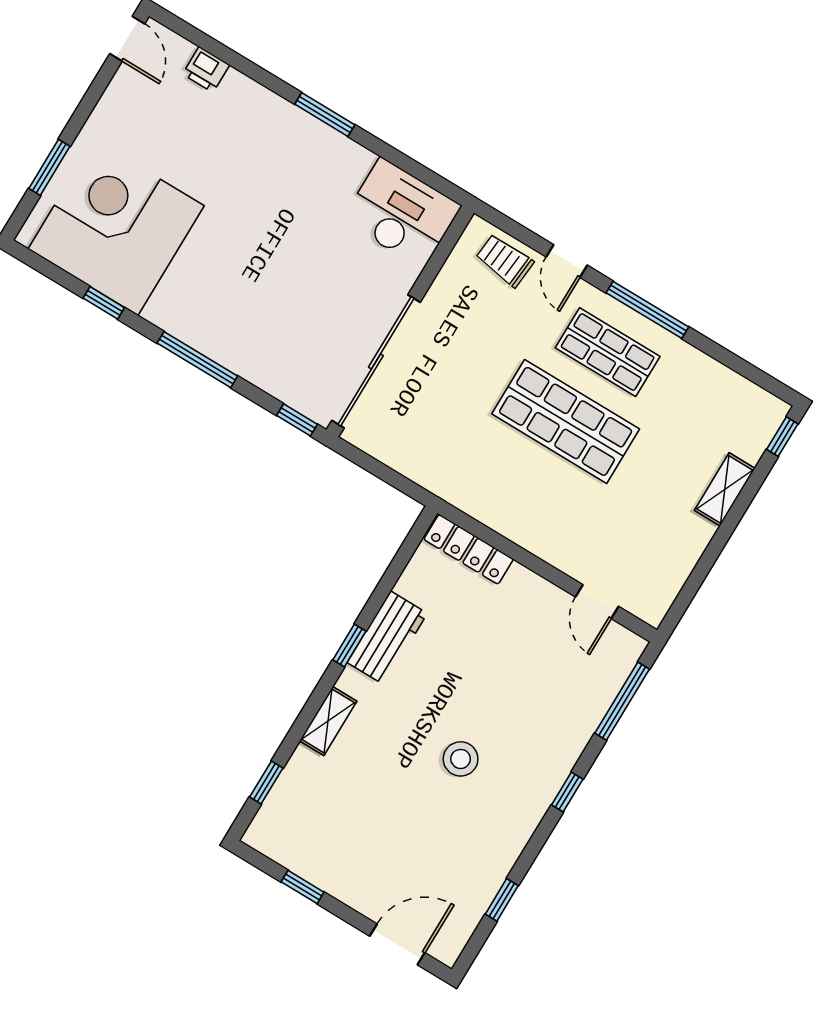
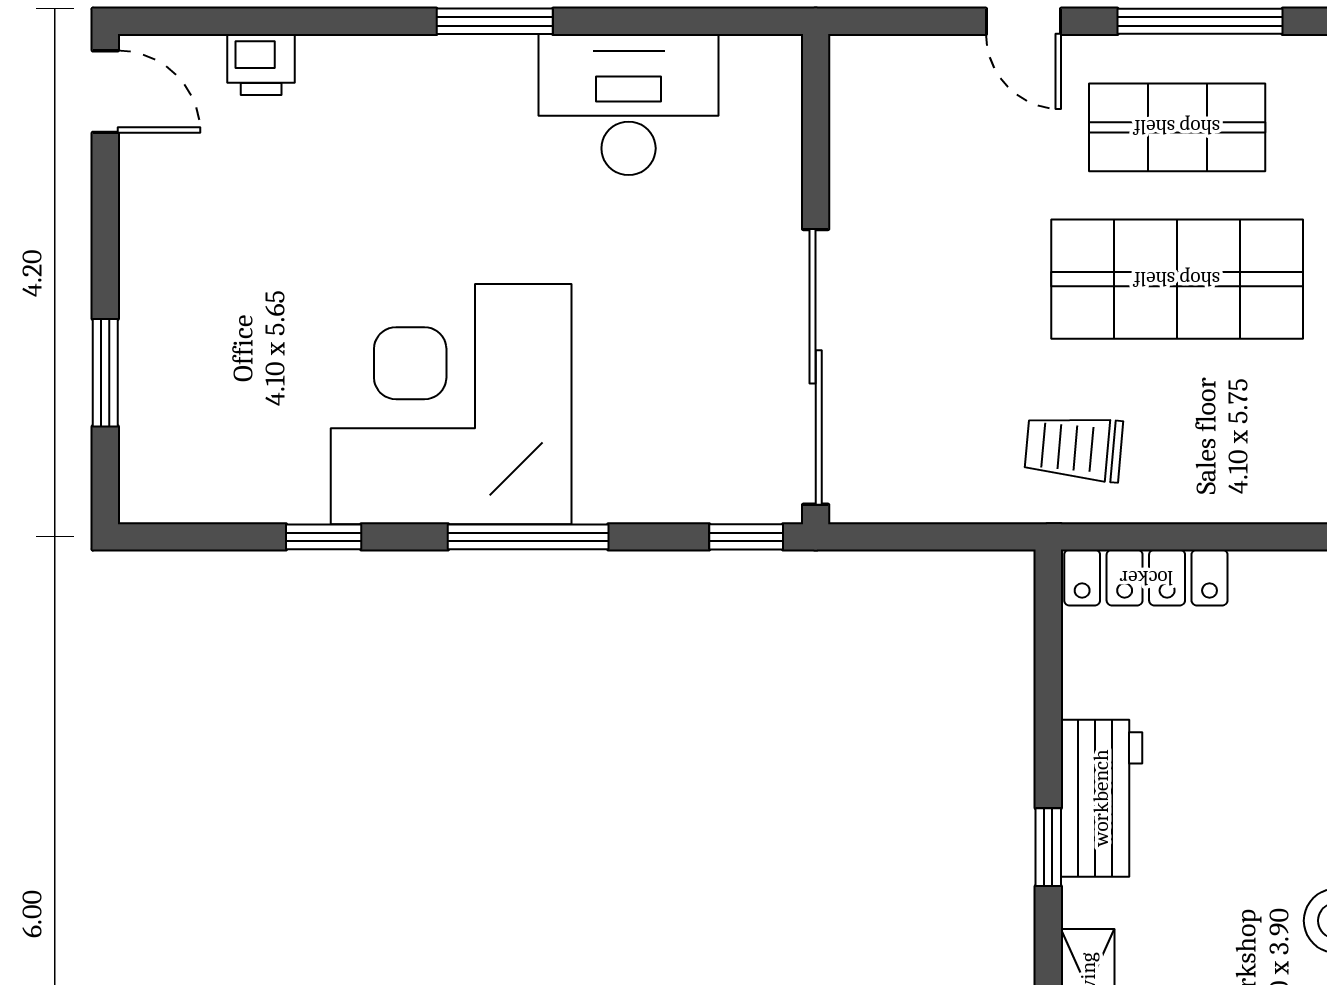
desk: (402, 213) -> (629, 105), moved
corner desk: (116, 227) -> (451, 404), moved
trolley: (505, 260) -> (1074, 448), moved

